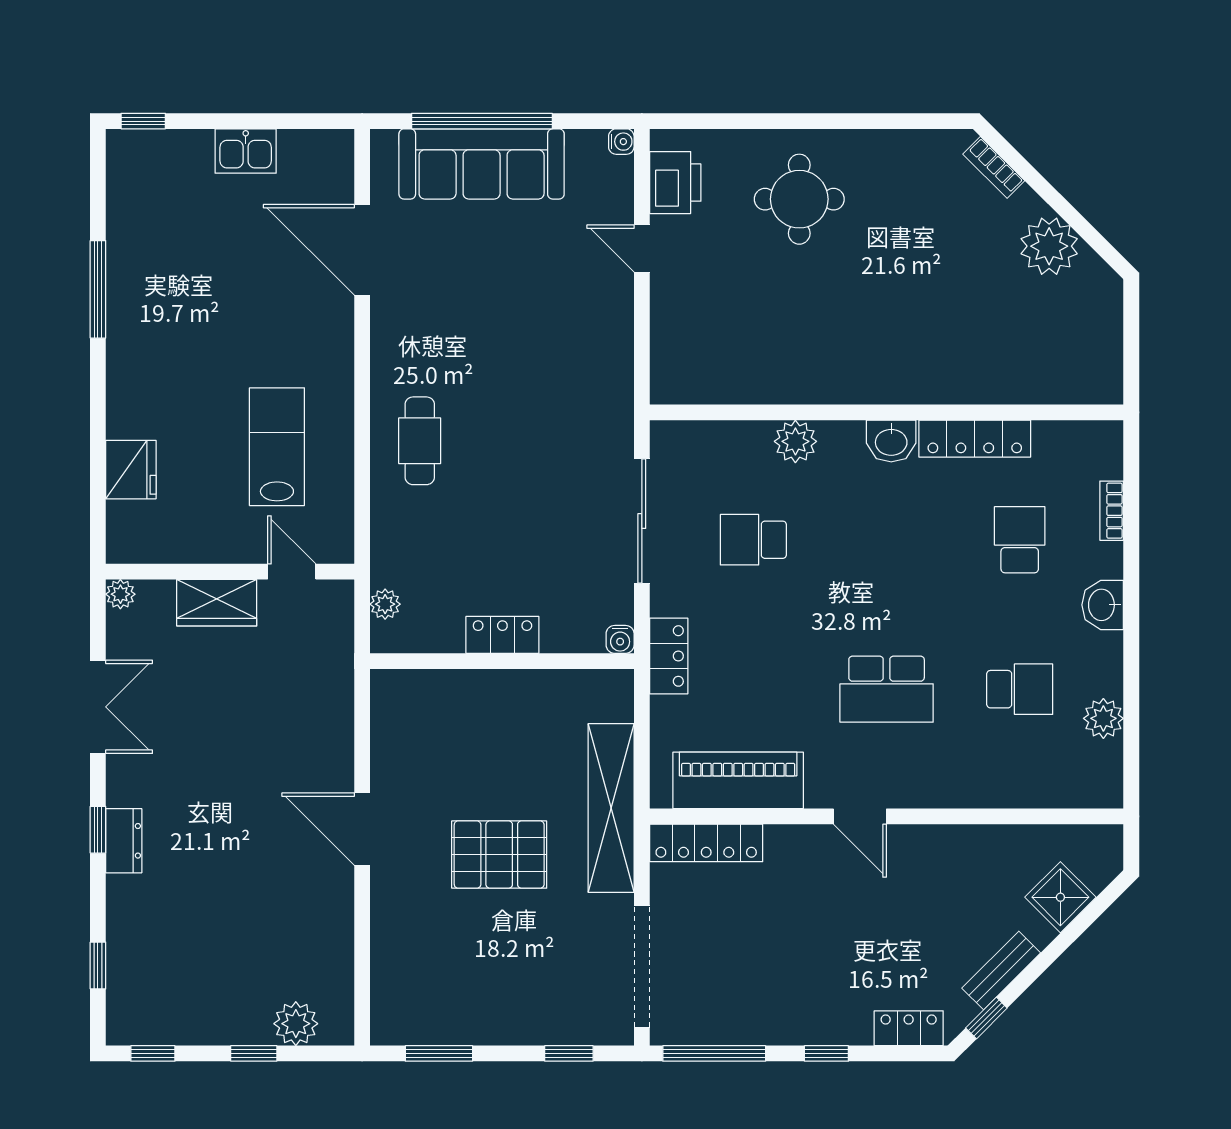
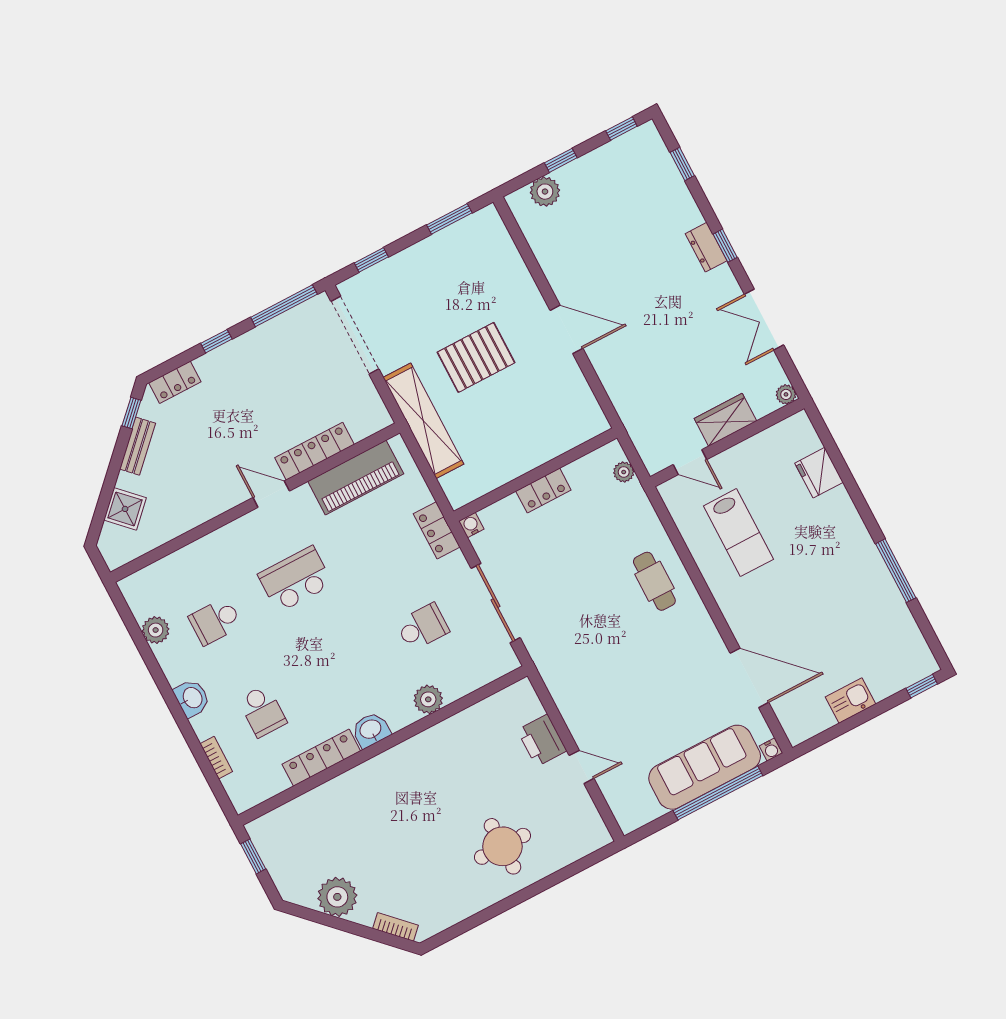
water cooler: (621, 142) -> (771, 750), moved, turned -90
printer: (675, 183) -> (542, 740), moved
window: (1131, 357) -> (253, 856), added
locker: (706, 843) -> (314, 451), moved

